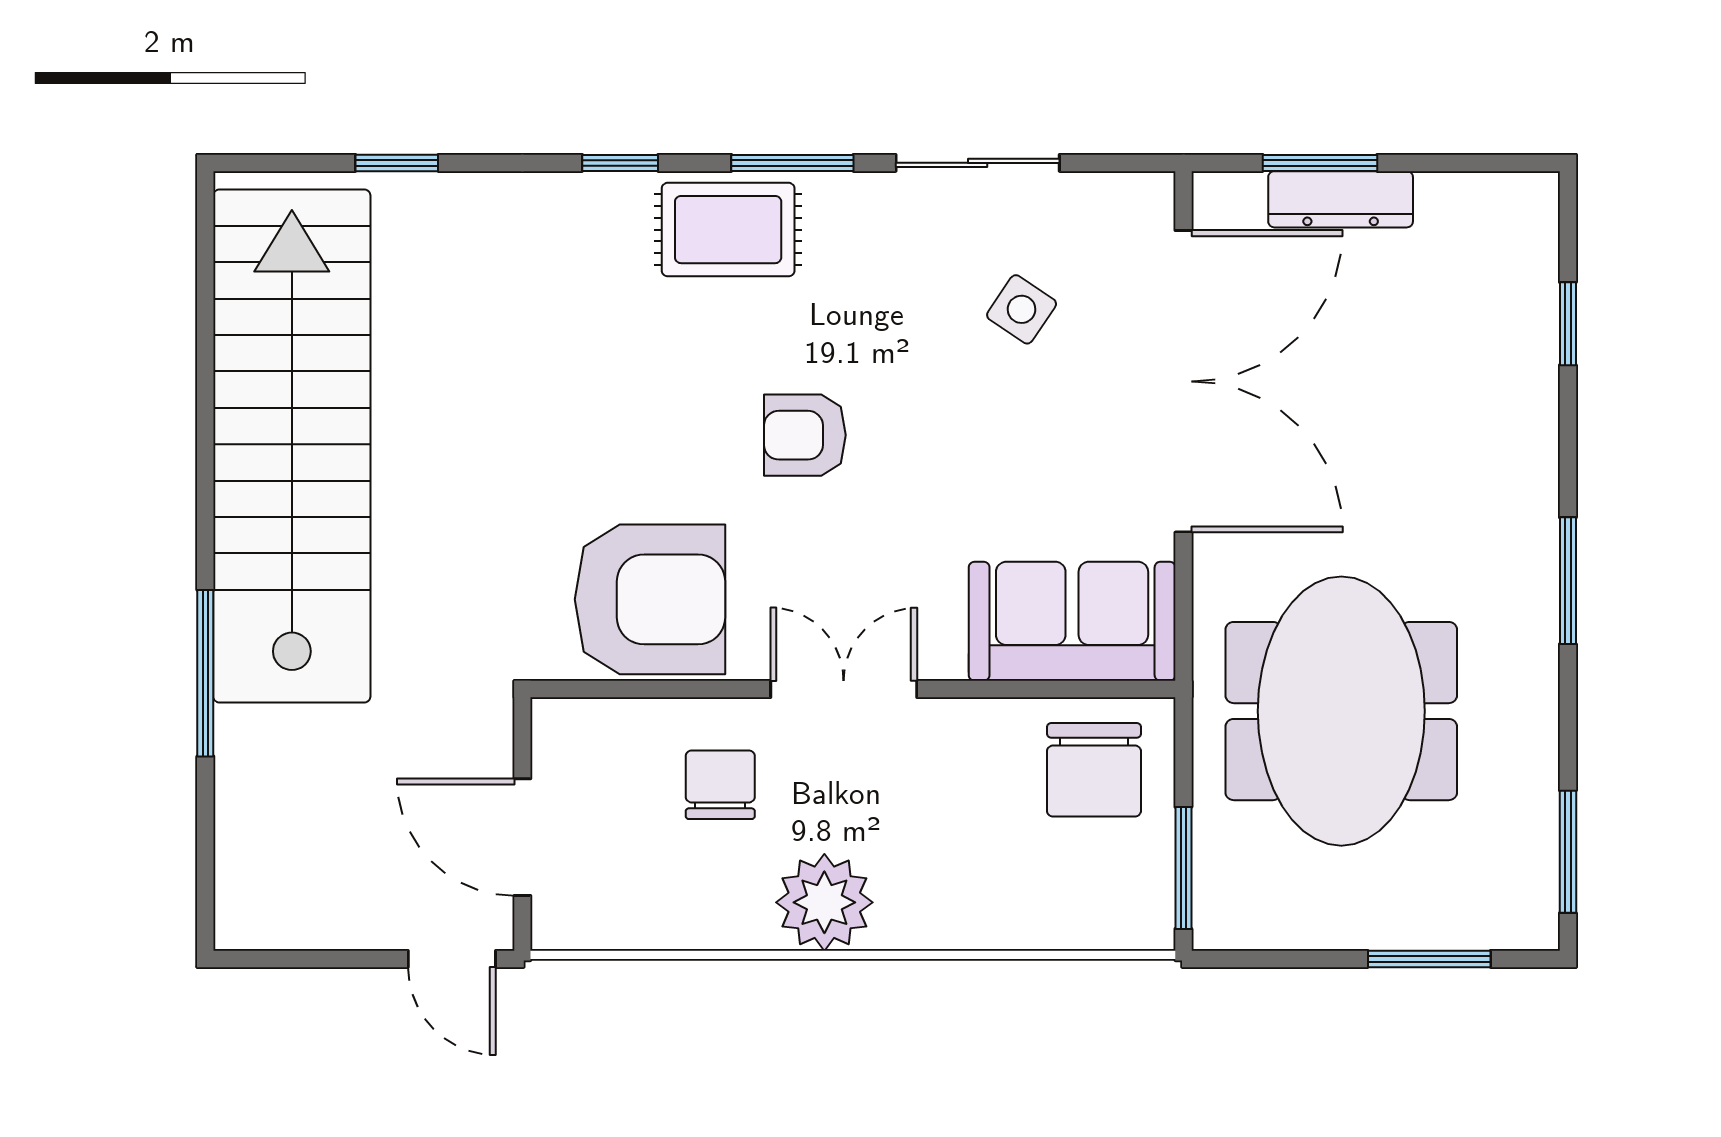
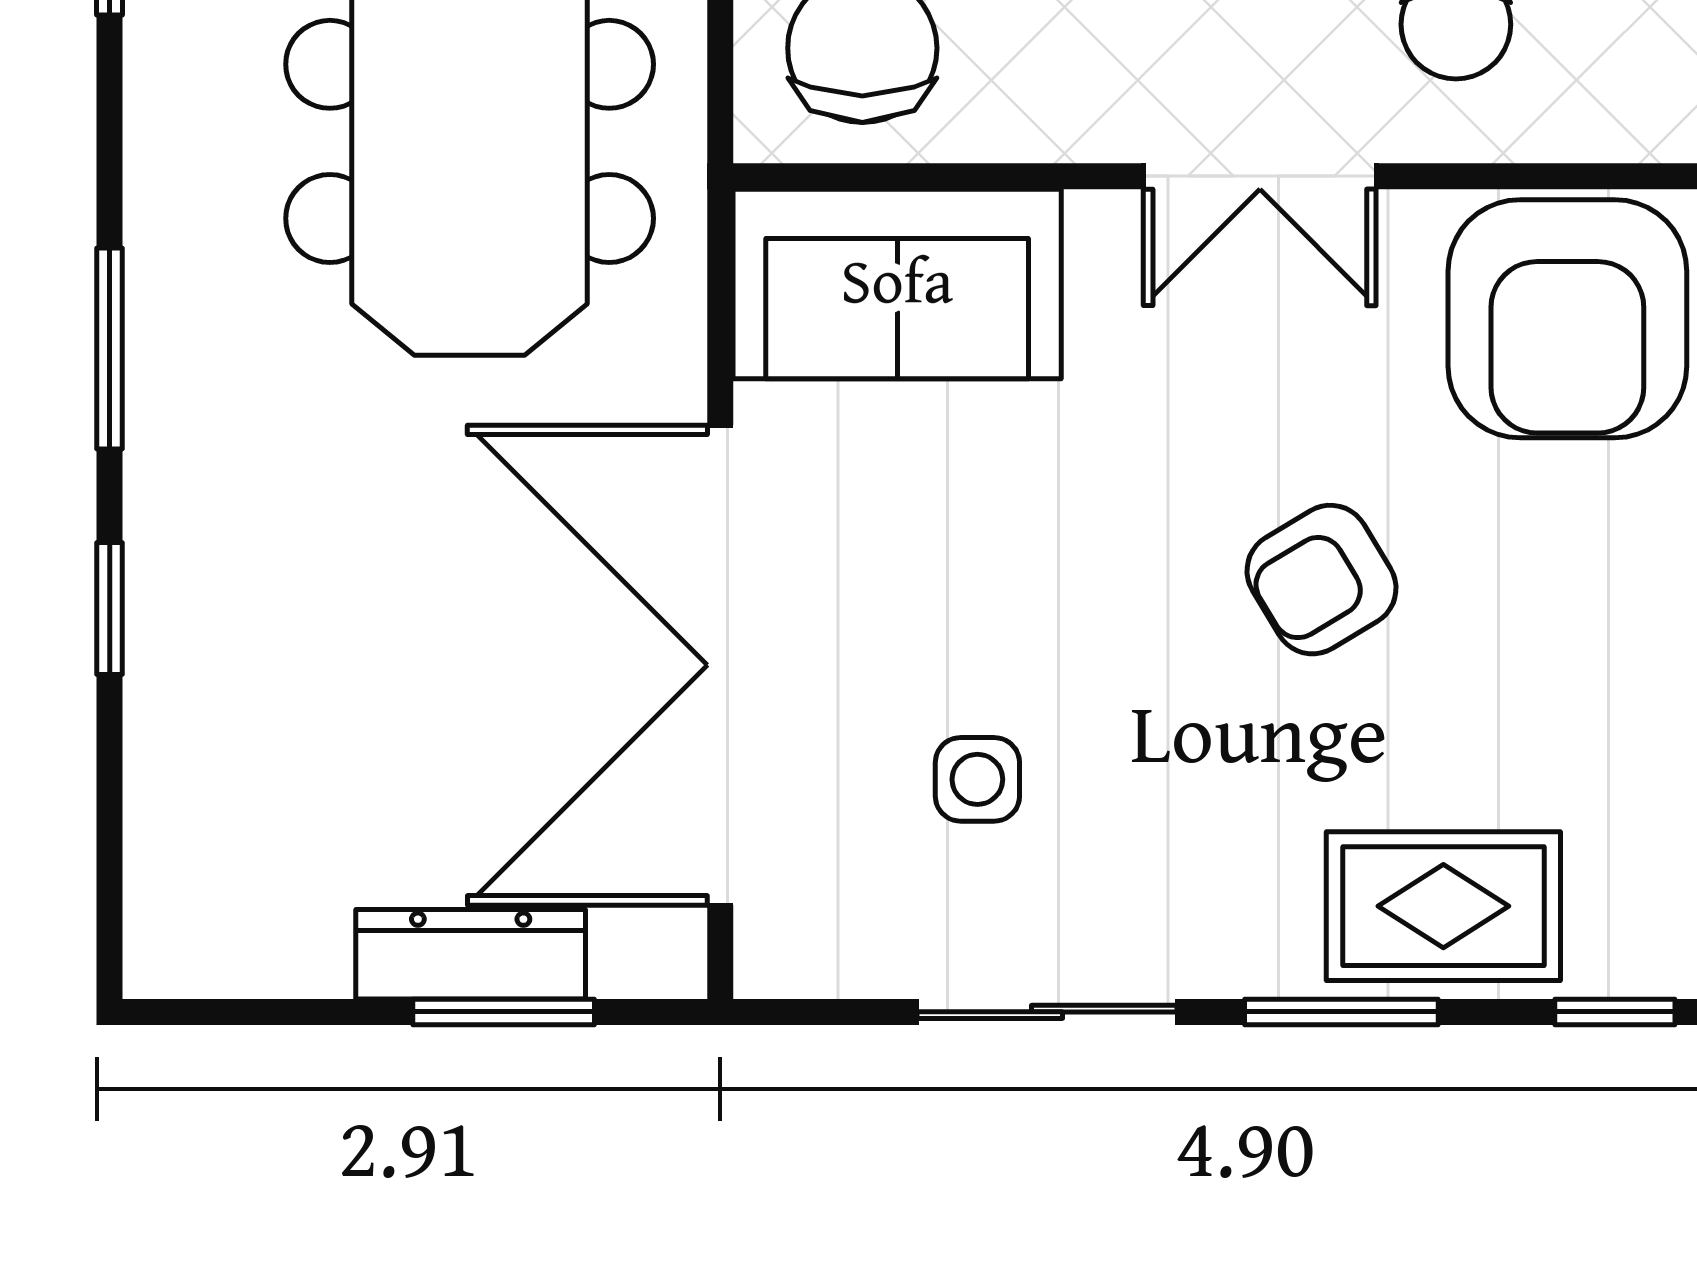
side table: (1022, 309) -> (977, 779), turned -34
window: (1568, 324) -> (110, 609), moved
armchair: (805, 435) -> (1321, 580), turned 149
armchair: (650, 599) -> (1567, 319), turned -90

